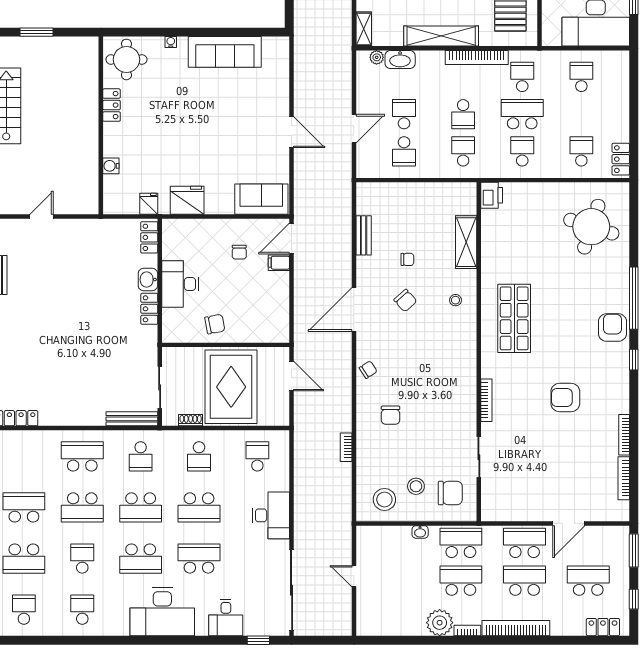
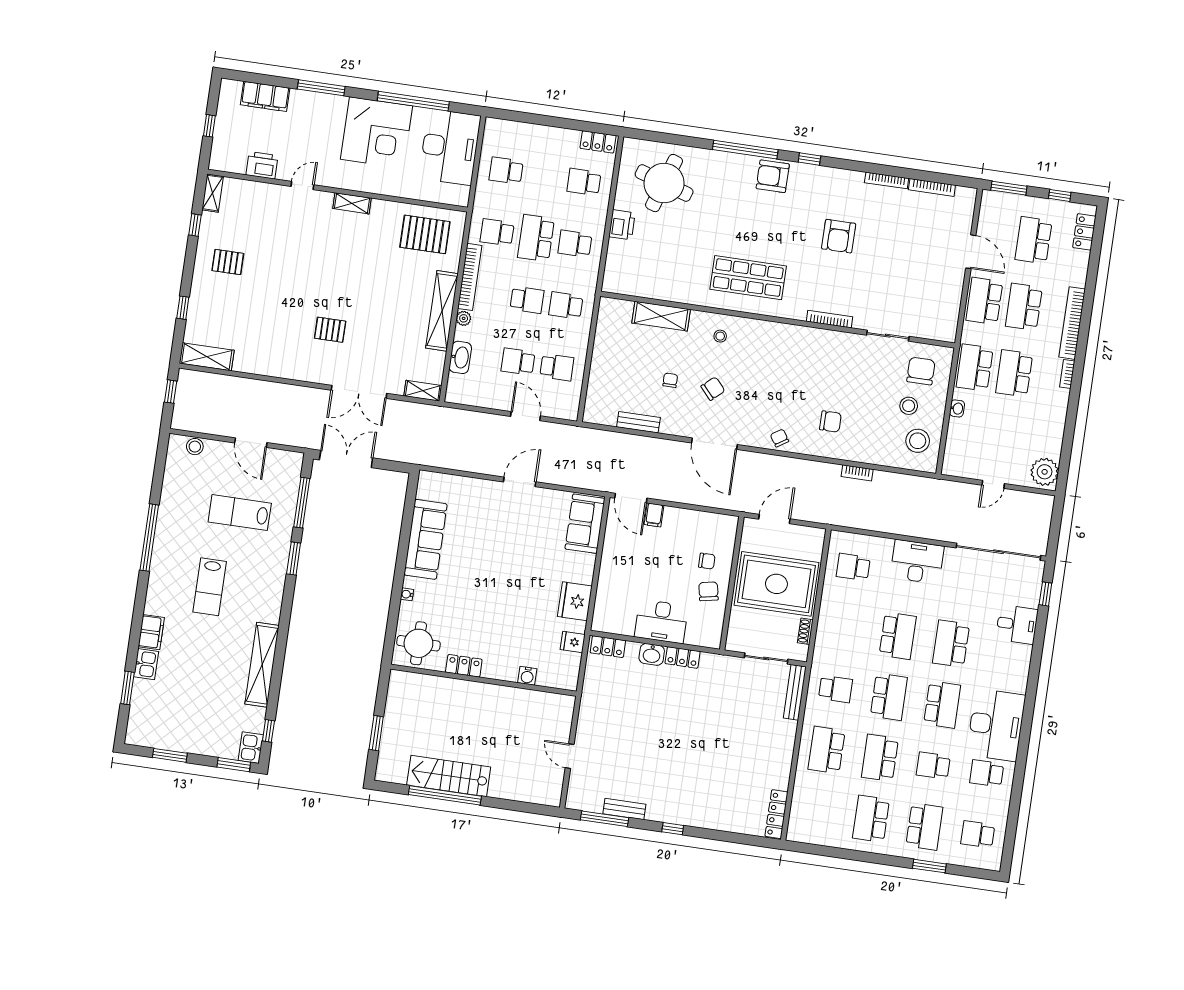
plant: (377, 57) -> (464, 318), moved
printer: (492, 195) -> (622, 225), moved, turned 90
chair: (239, 252) -> (707, 561), moved
school desk: (199, 456) -> (844, 628), removed
school desk: (82, 507) -> (880, 758), turned 180
desk: (162, 612) -> (996, 725), moved
plant: (440, 623) -> (1045, 472), moved

